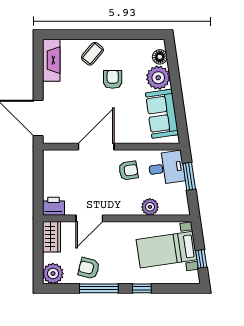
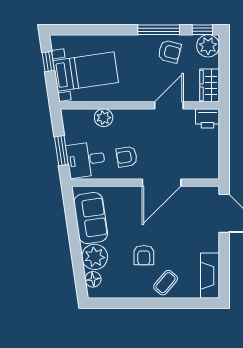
window: (142, 288) -> (202, 30), moved

